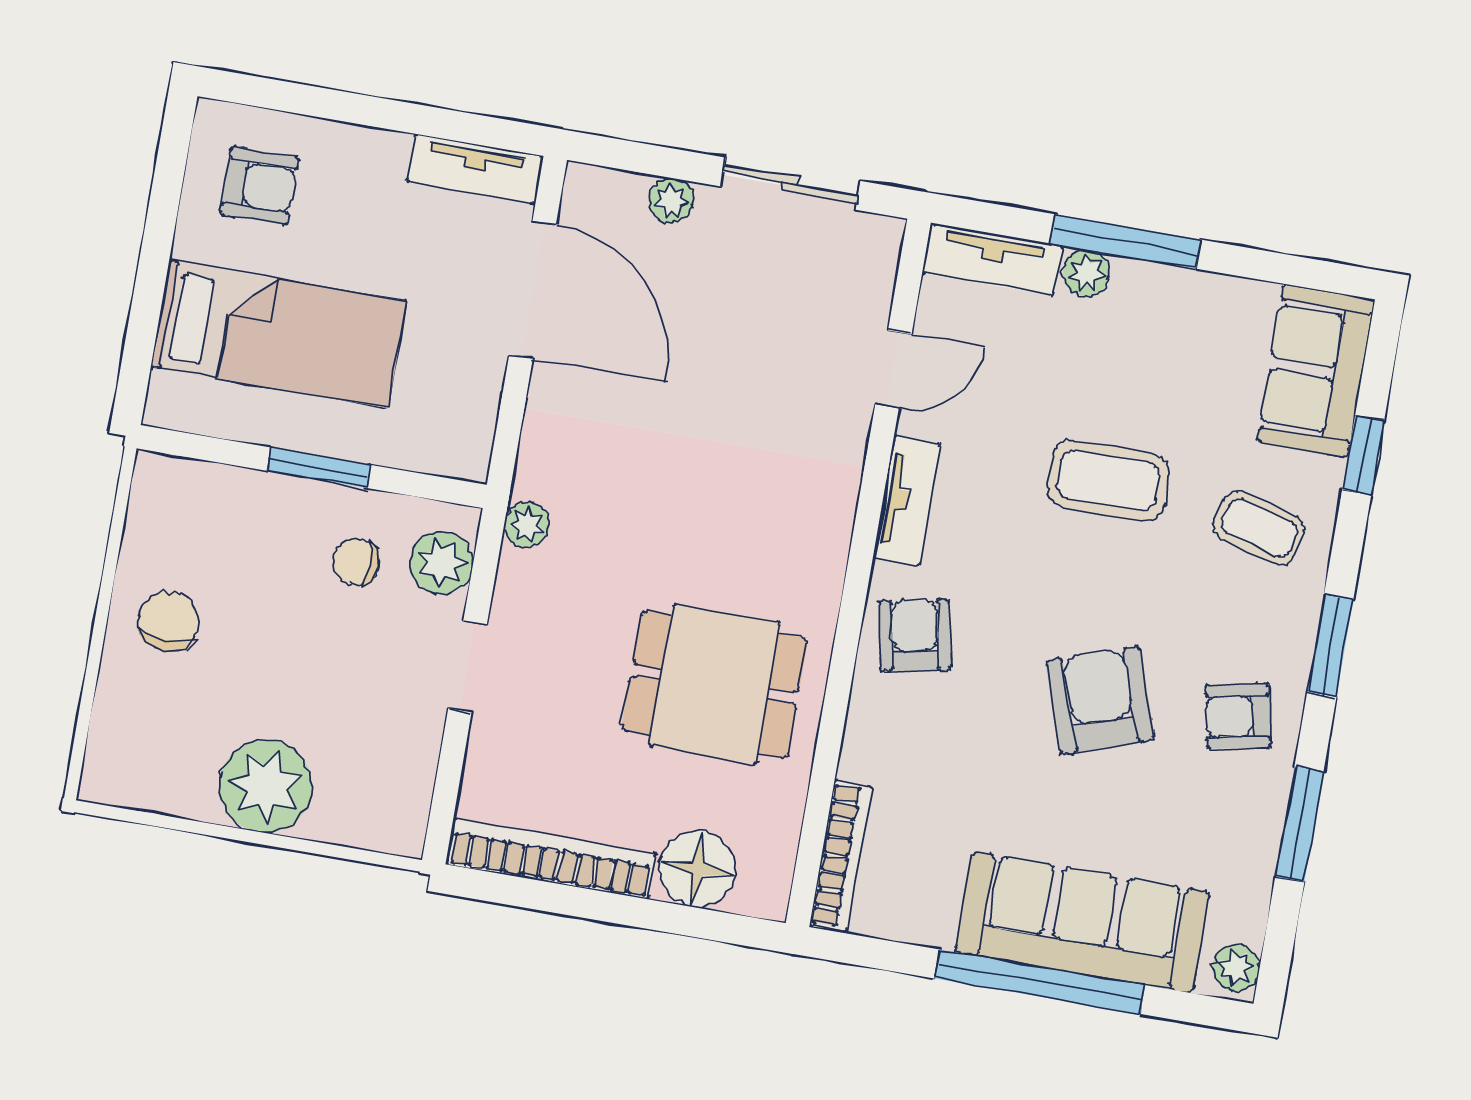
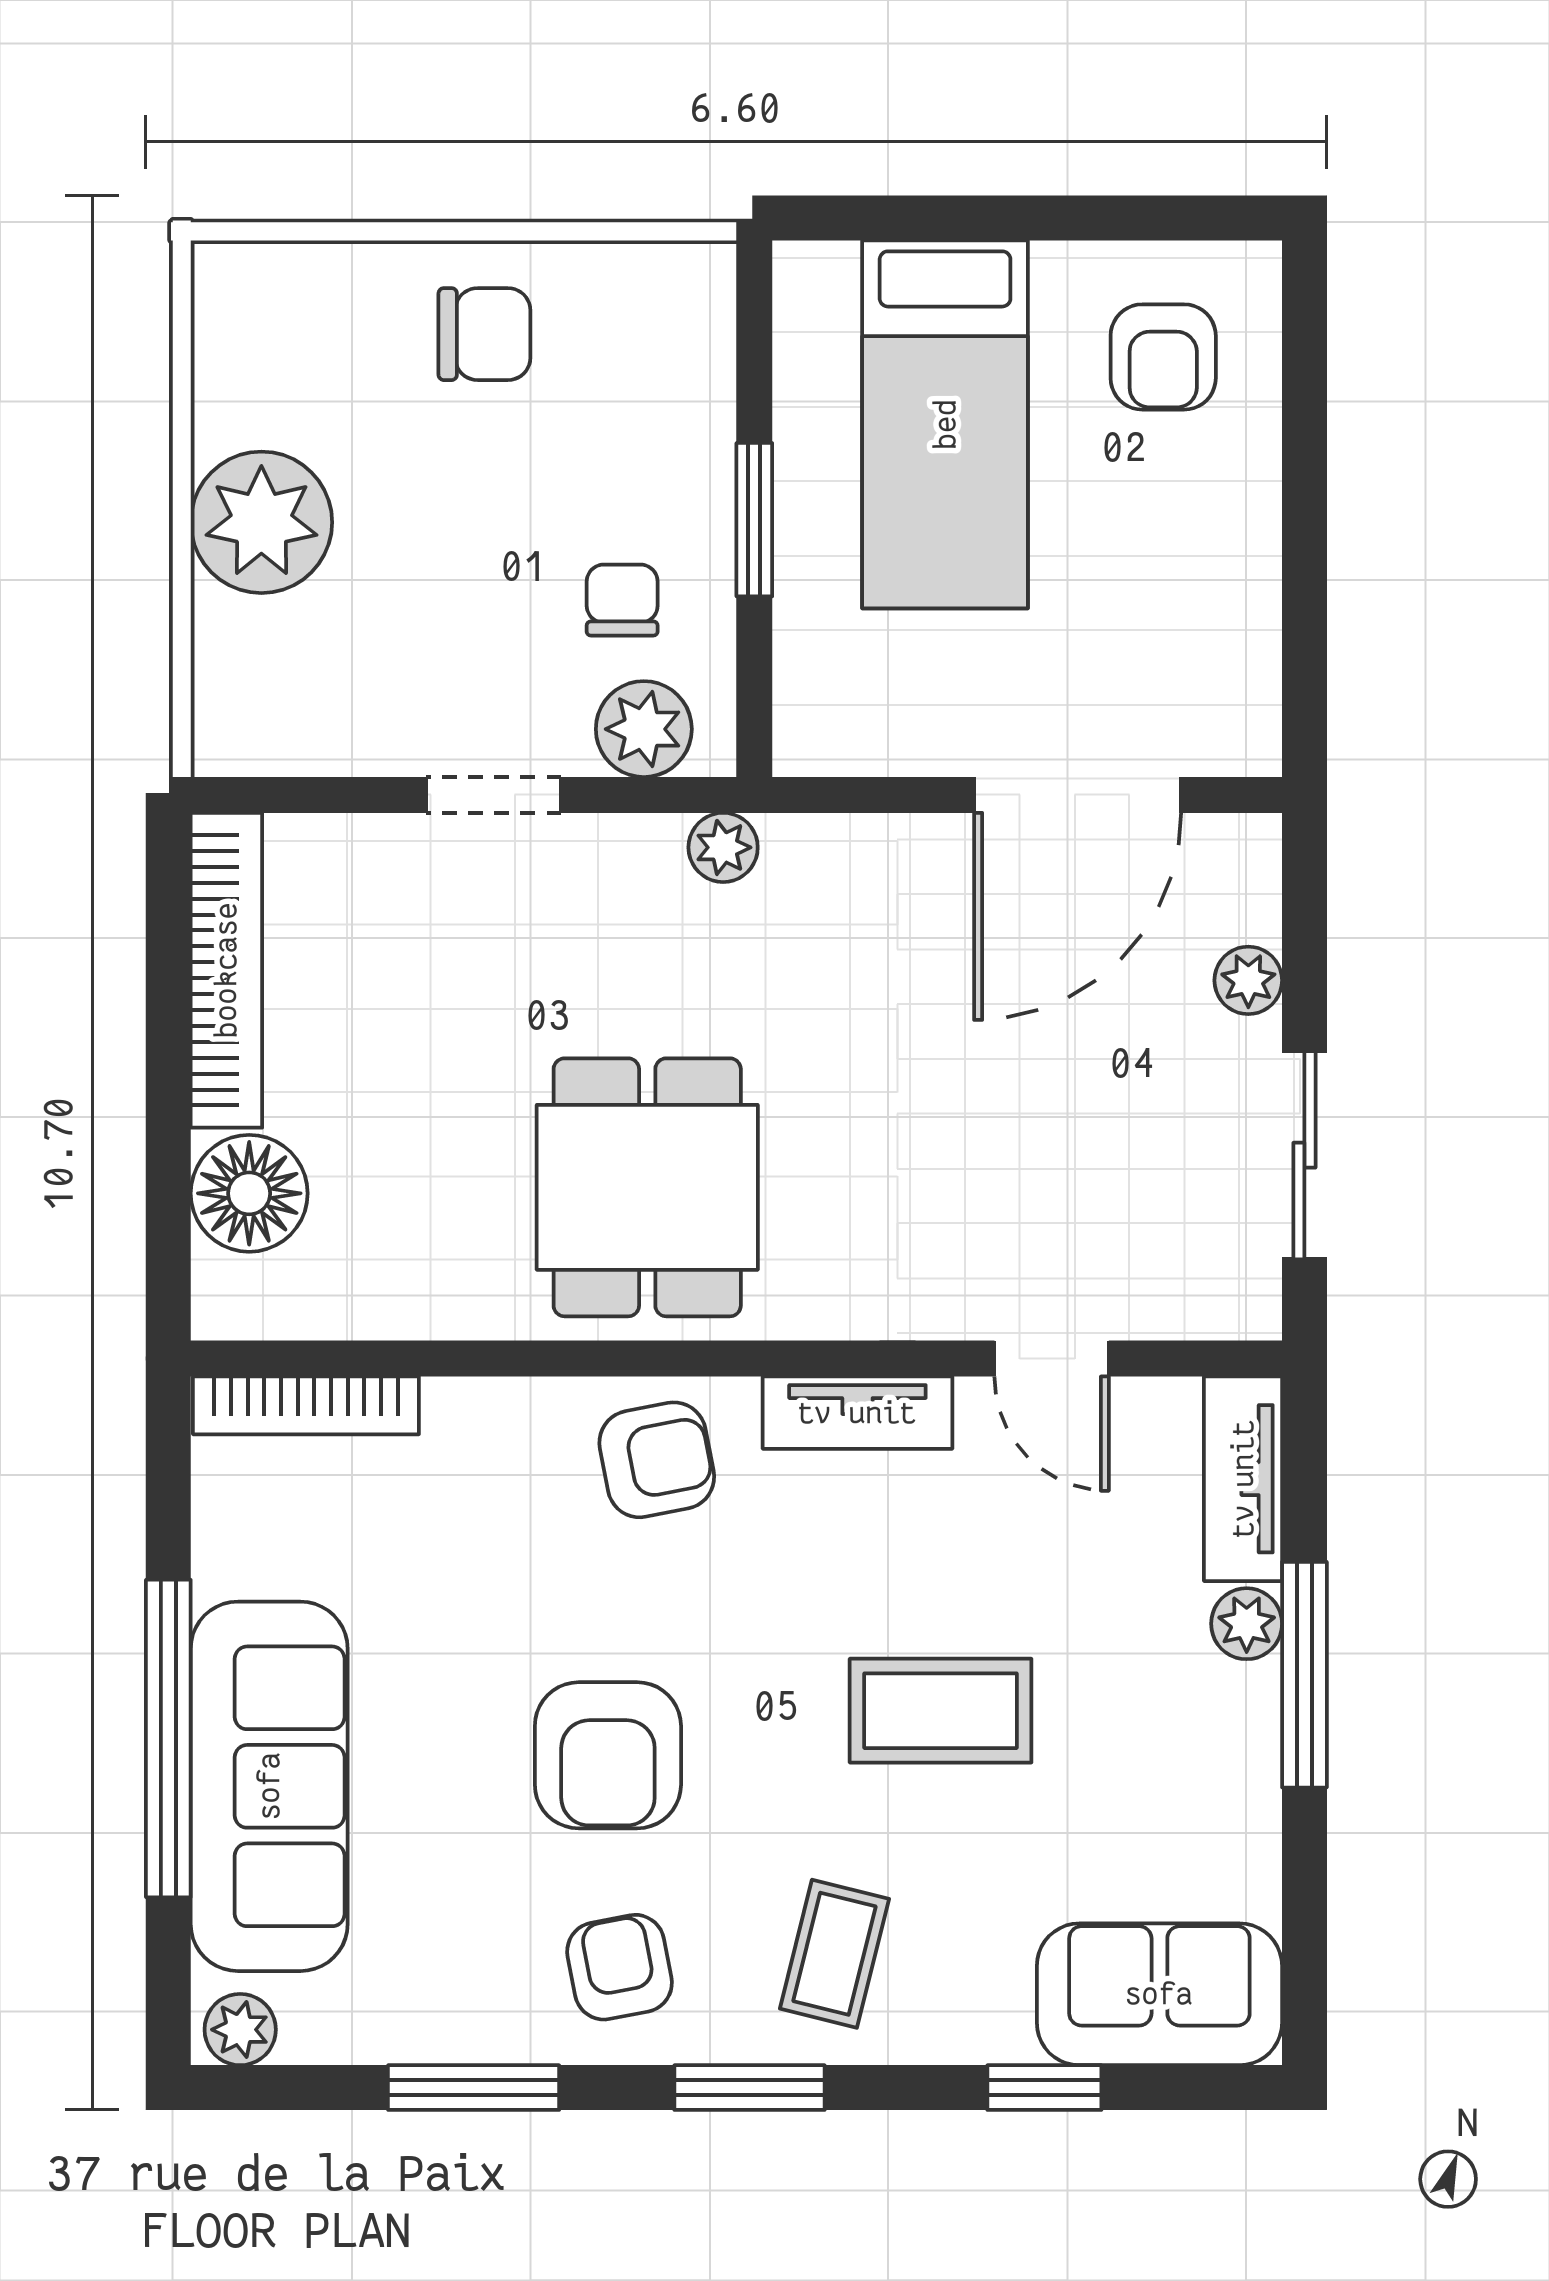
tv unit: (474, 169) -> (1244, 676), removed
coffee table: (1108, 480) -> (941, 1711), turned 90
coffee table: (1259, 528) -> (834, 1954), moved
dining table: (714, 684) -> (647, 1187), moved
armchair: (1100, 700) -> (608, 1755), turned 109

